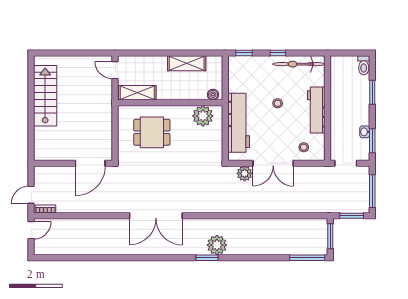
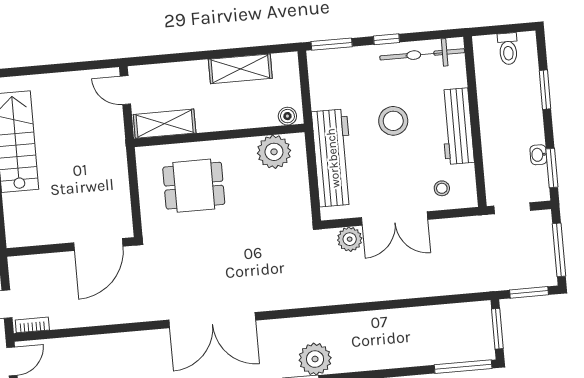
window: (244, 53) -> (332, 44), width x1.50
toilet: (364, 65) -> (508, 49), moved
stool: (278, 103) -> (393, 121), width x1.89, depth x1.89

